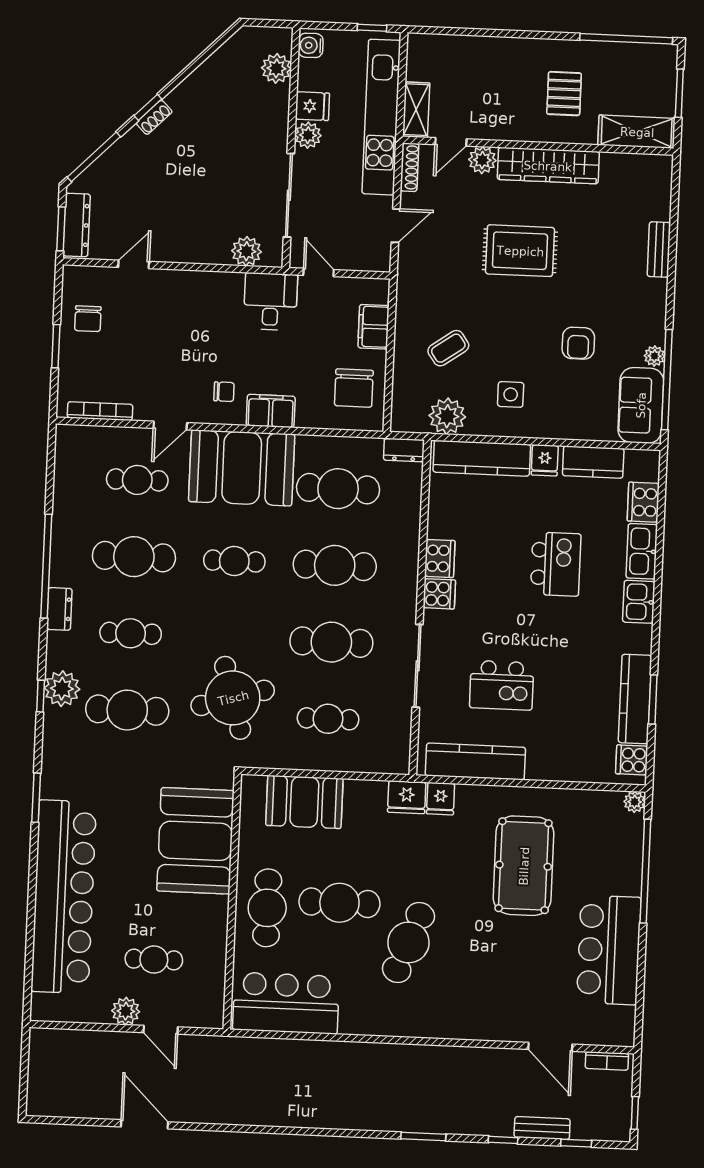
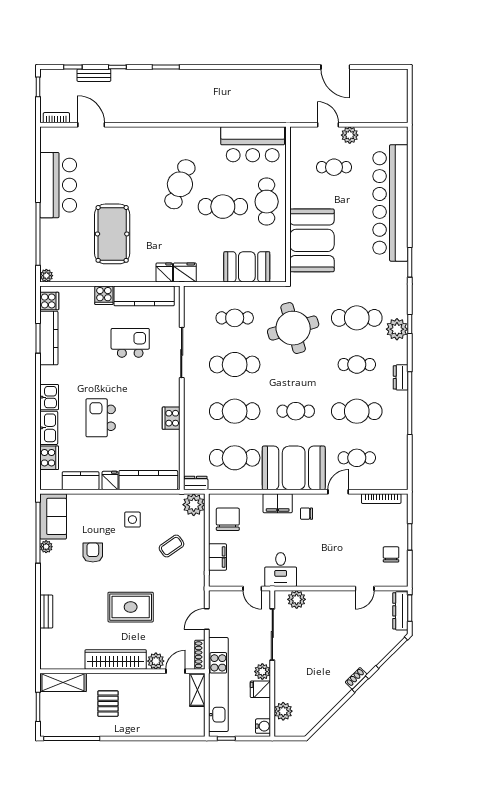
plant: (447, 416) -> (194, 505), moved
cooker: (439, 594) -> (104, 295), moved, turned -90

